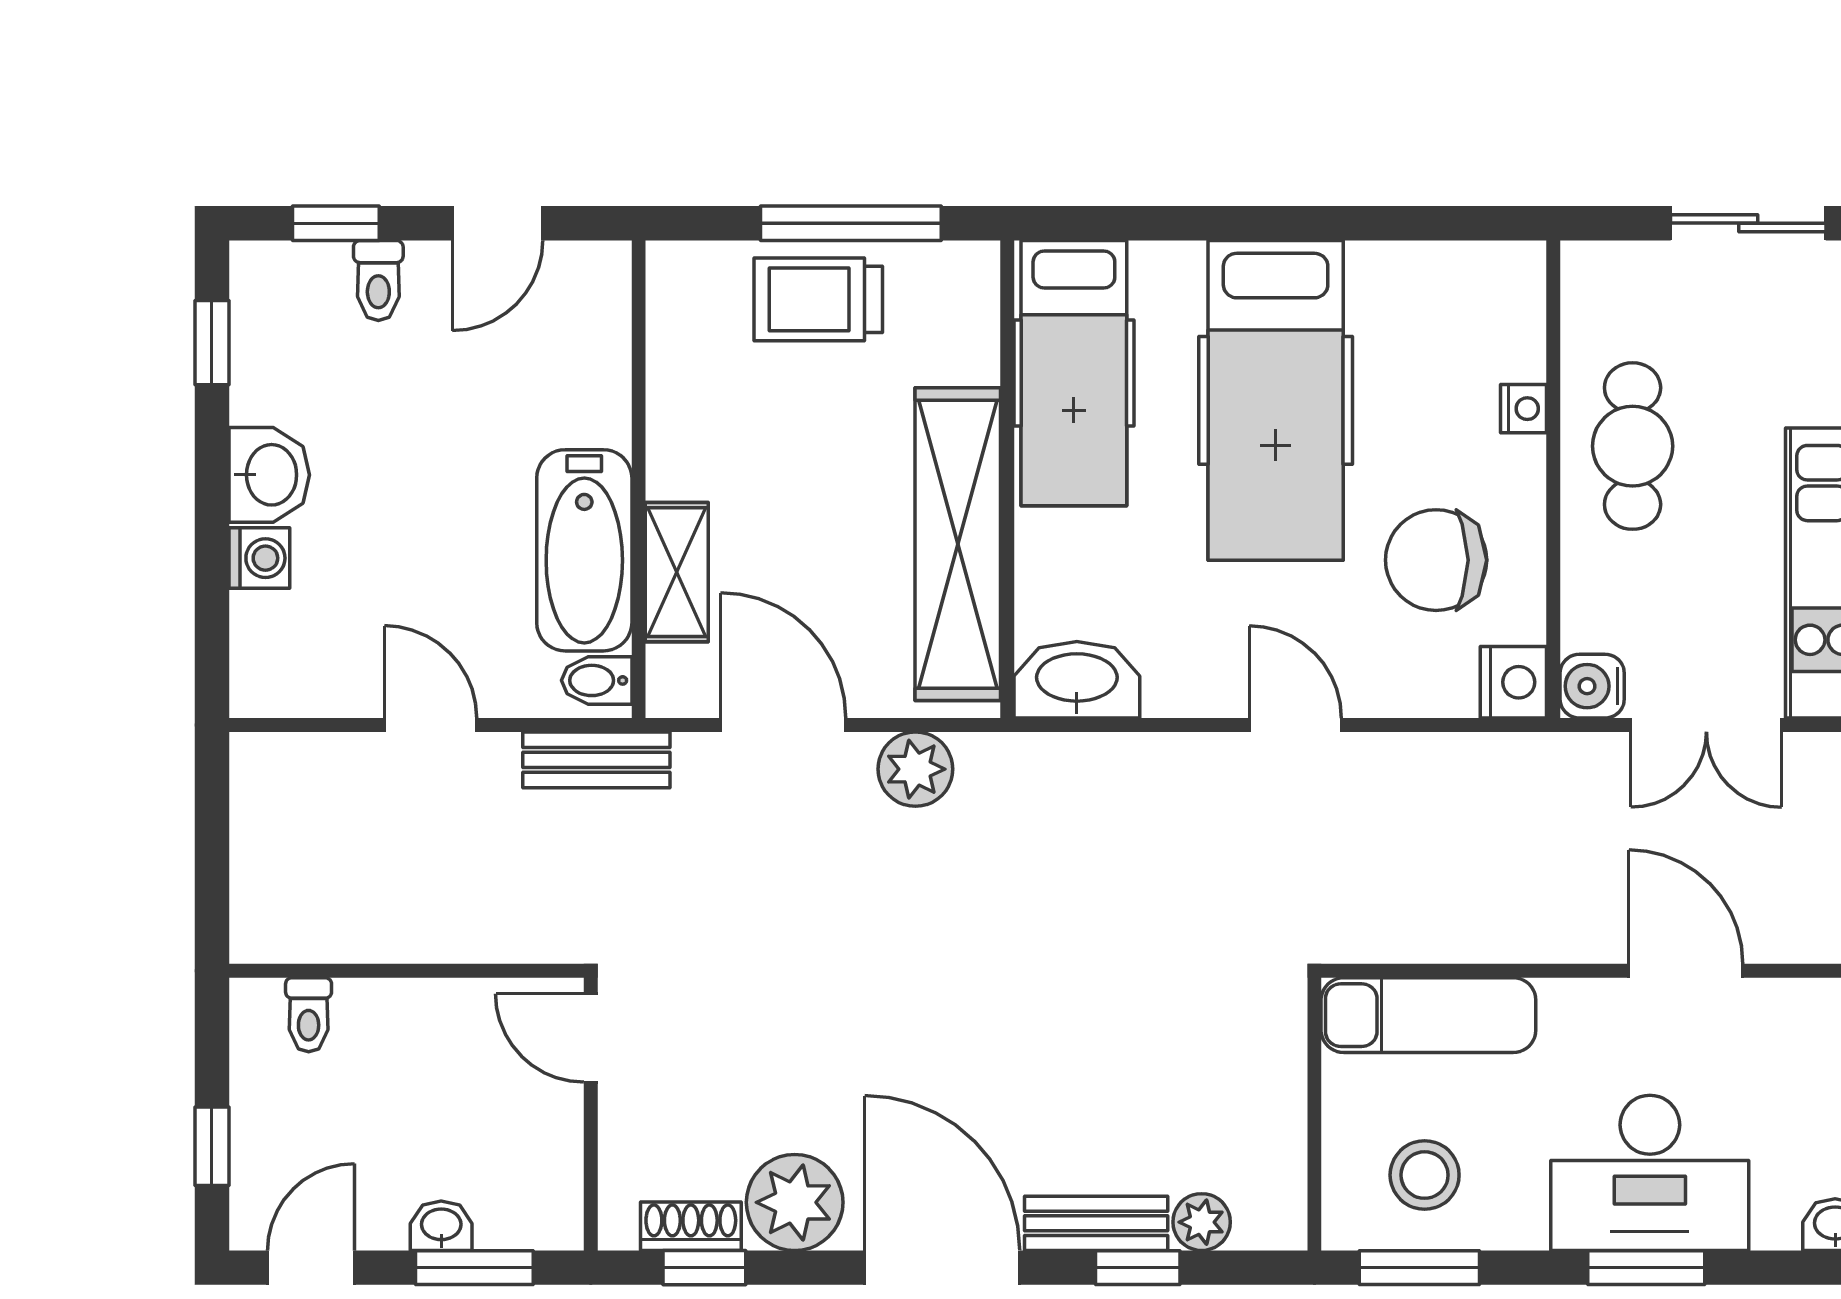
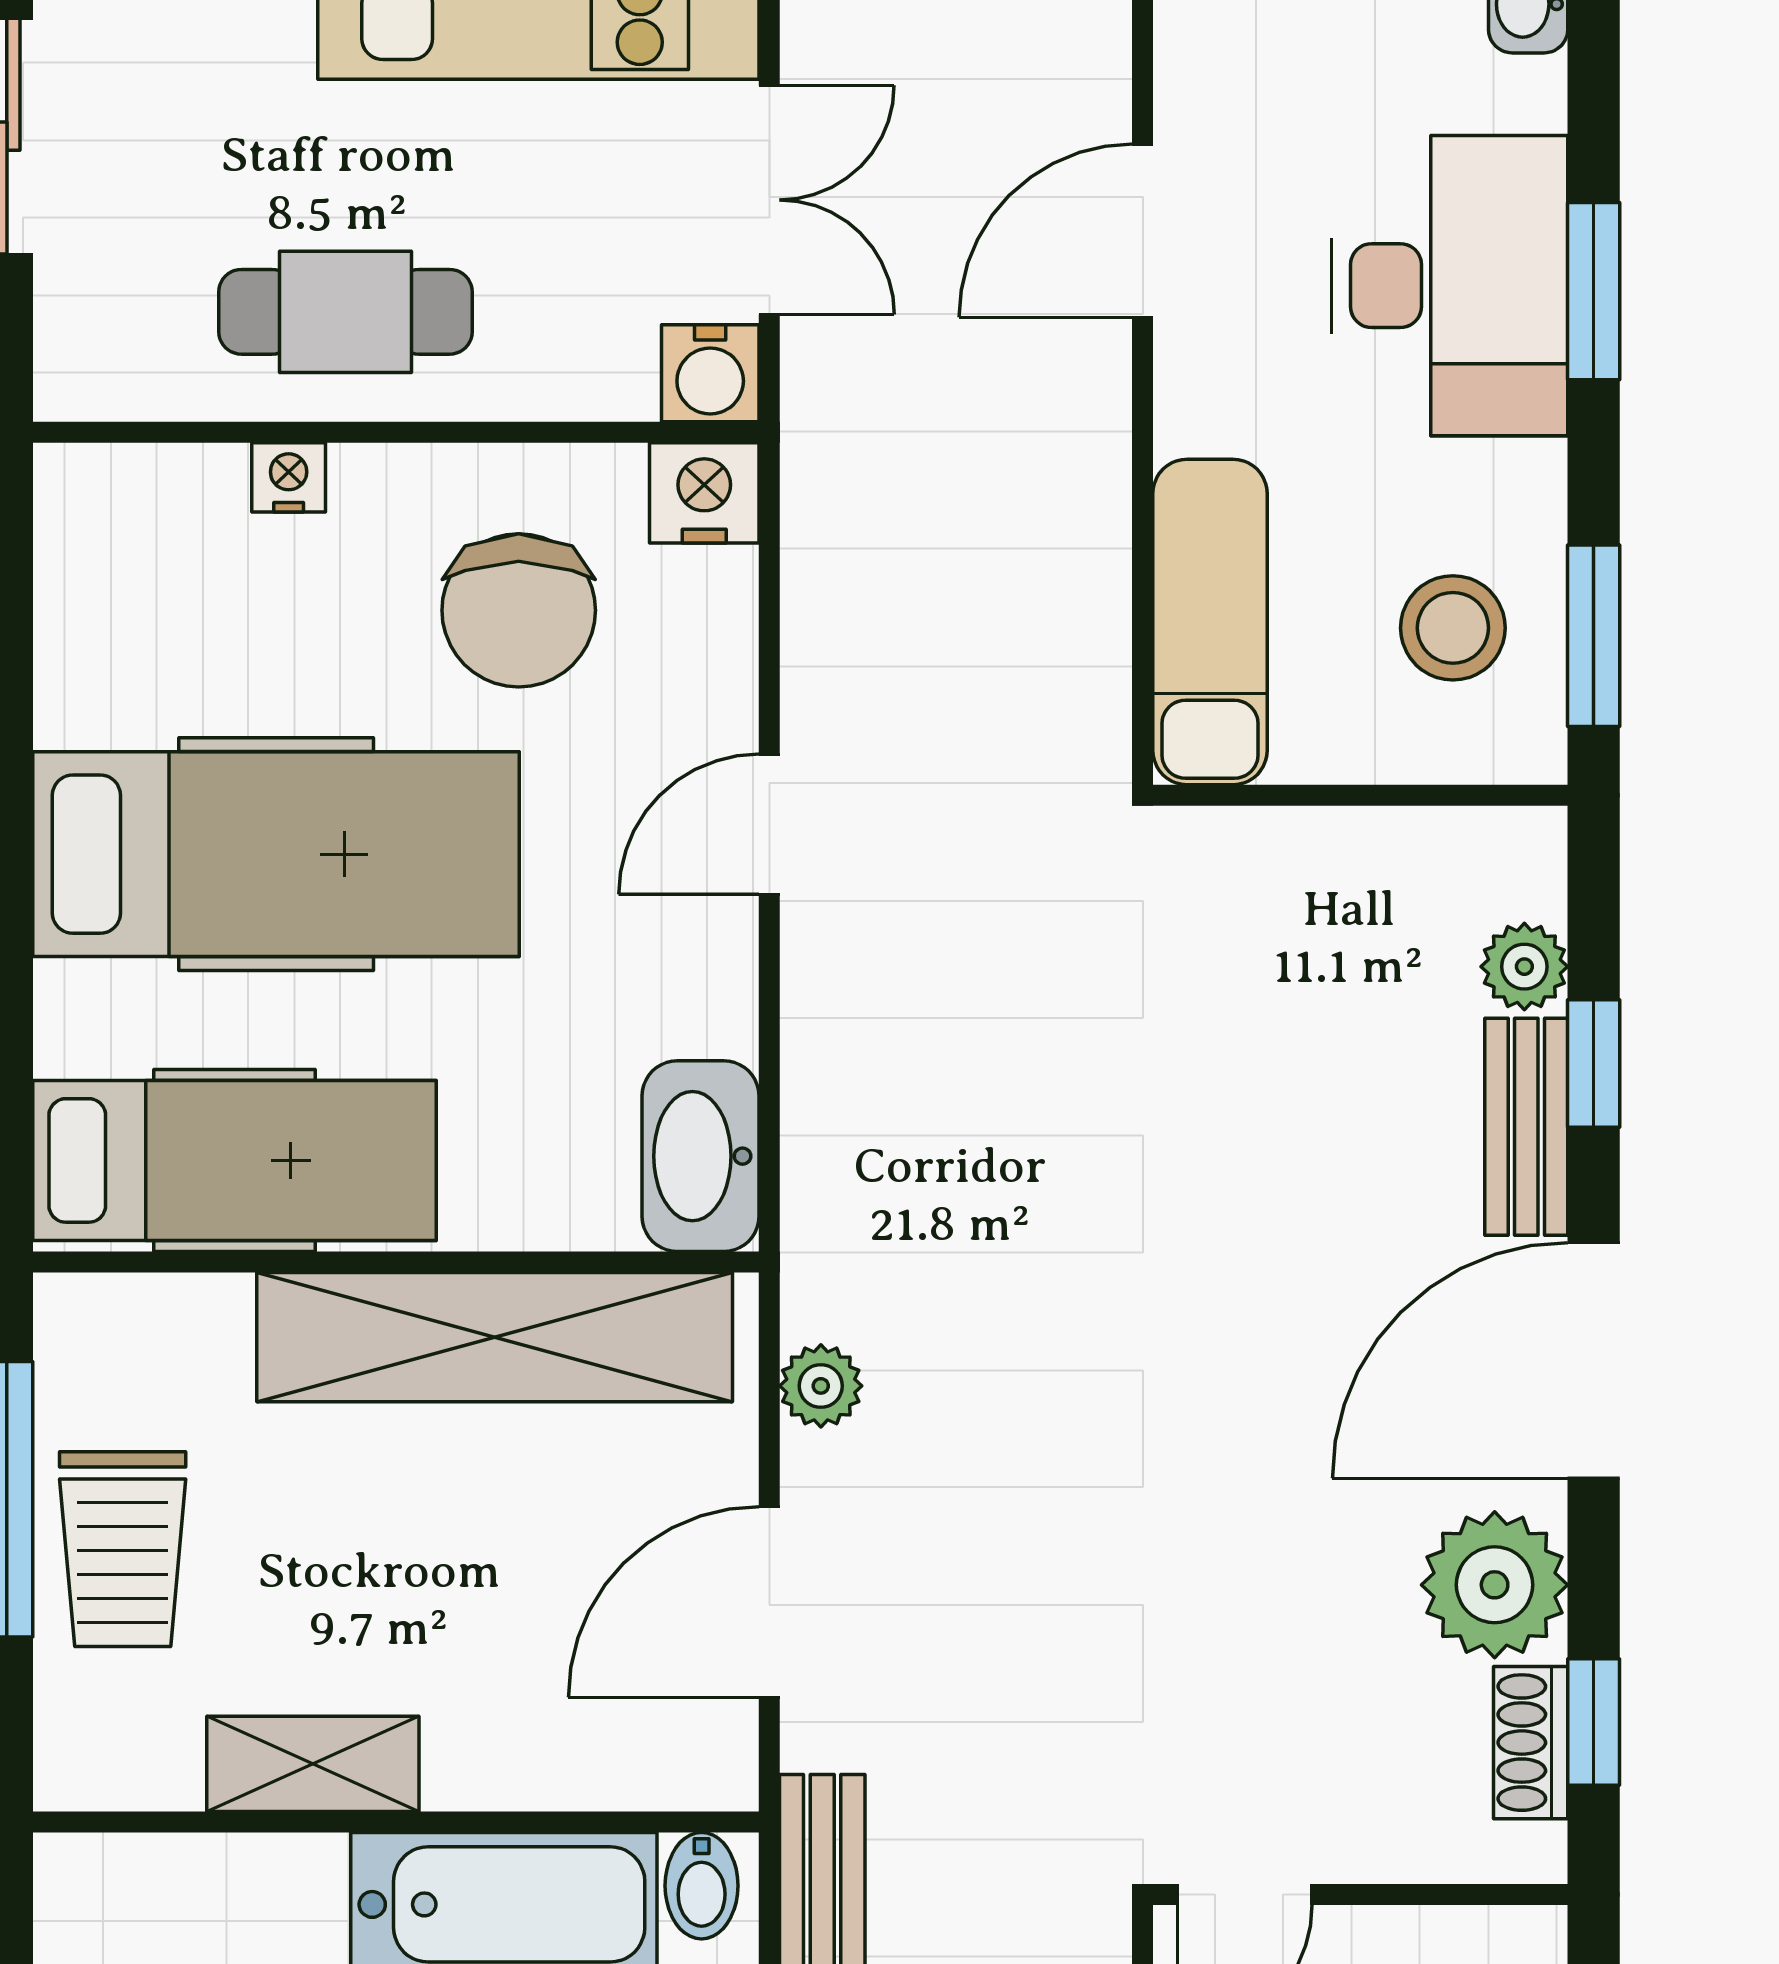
shelving: (677, 572) -> (313, 1764), moved
plant: (915, 769) -> (821, 1386), width x0.73, depth x0.73

